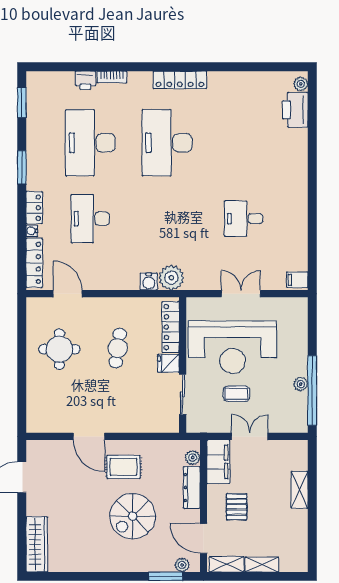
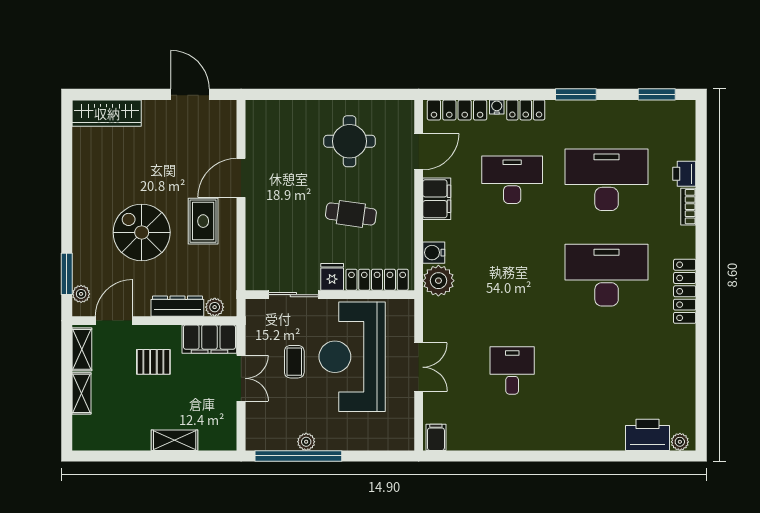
filing cabinet: (106, 279) -> (437, 199), added

